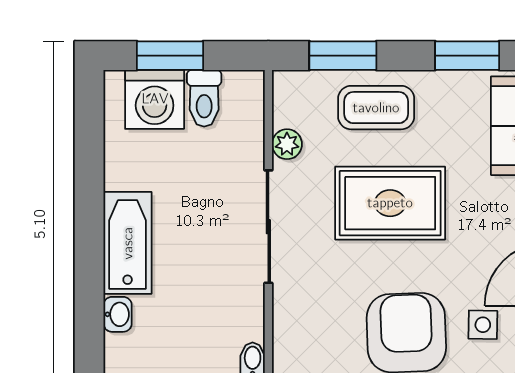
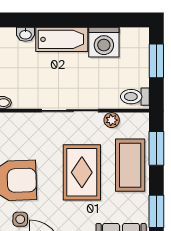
toilet: (204, 98) -> (135, 97), moved
washing machine: (155, 99) -> (104, 42), moved, turned -90
coffee table: (376, 108) -> (130, 165), width x1.36, depth x1.32

